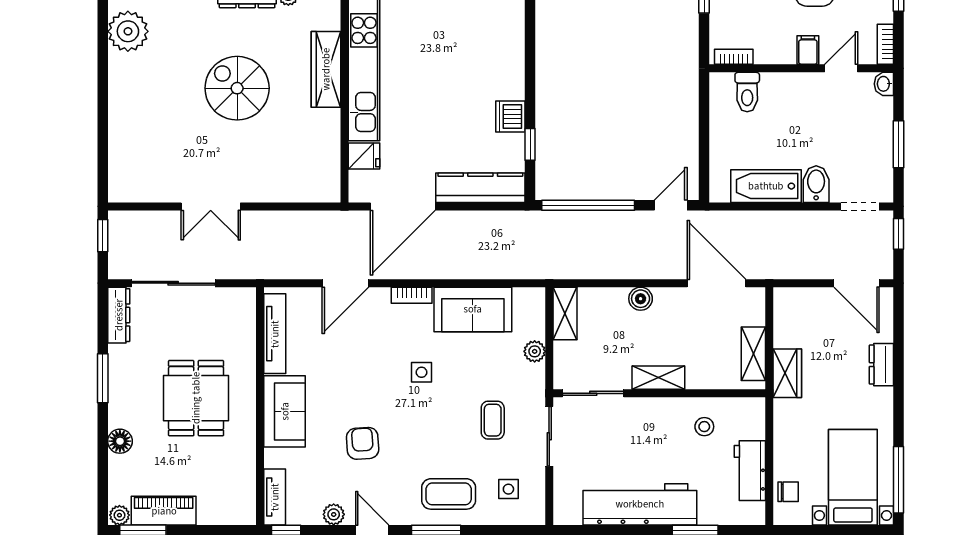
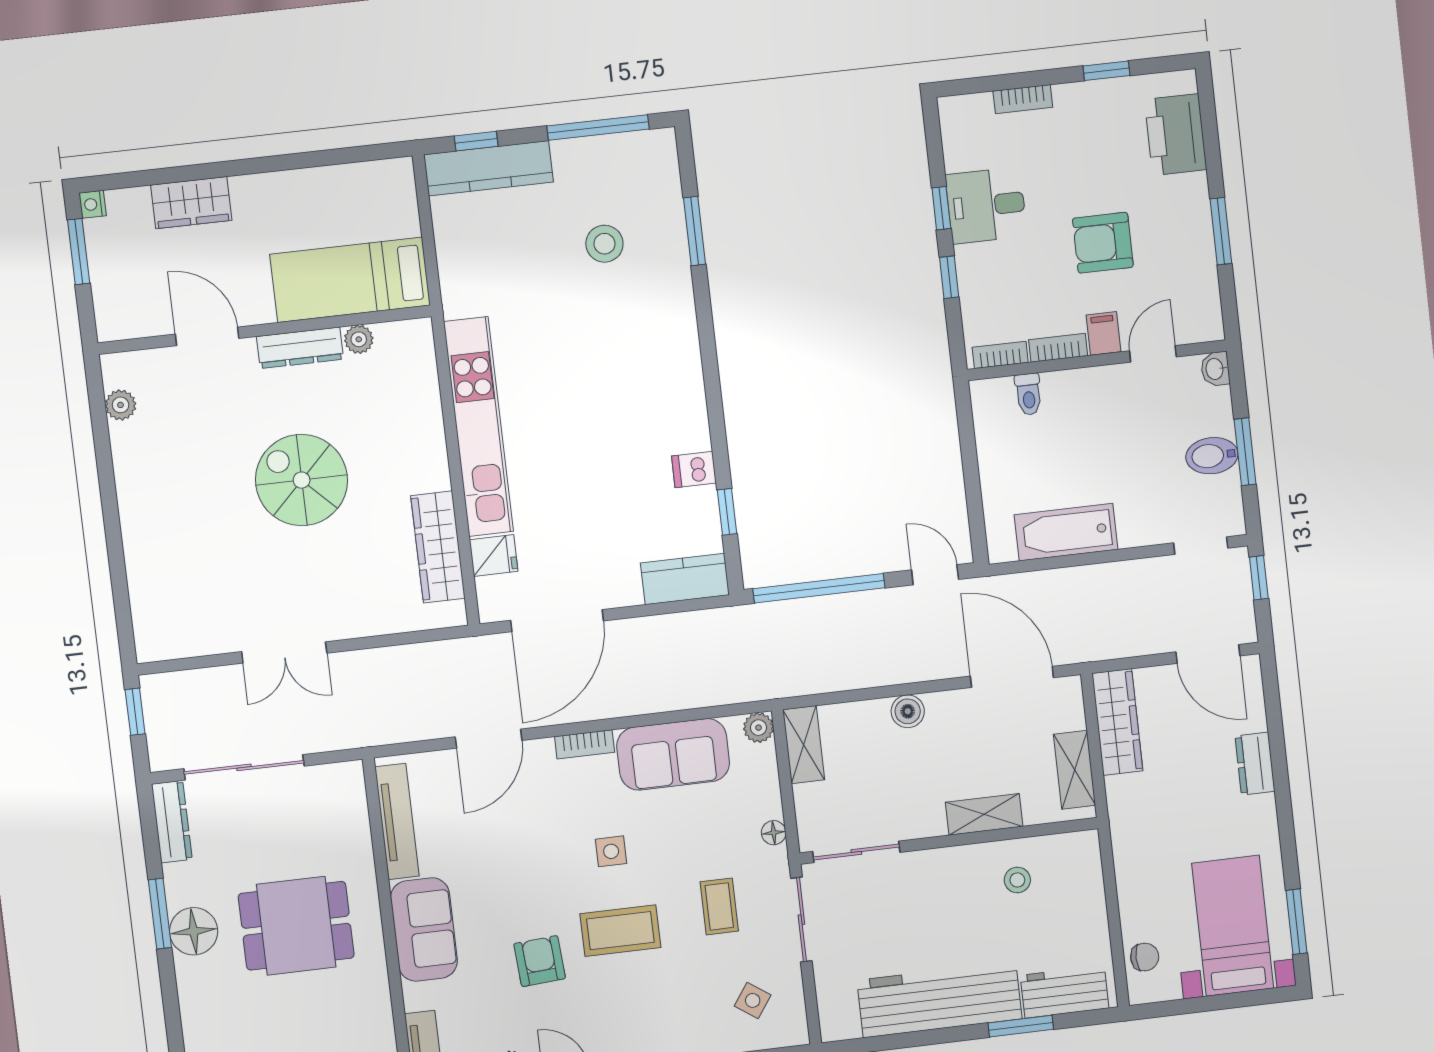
plant: (128, 31) -> (121, 405), width x0.53, depth x0.53
bookcase: (885, 44) -> (1058, 348), moved, turned 90
wardrobe: (326, 69) -> (438, 547), moved
toilet: (747, 92) -> (1028, 394), width x0.73, depth x0.72
dishwasher: (510, 117) -> (694, 470), width x0.73
bidet: (816, 184) -> (1212, 456), moved, turned -90
kitchen counter: (480, 188) -> (685, 579), width x0.67
door: (671, 205) -> (935, 575), hinge flipped
plant: (535, 351) -> (758, 728), moved
floor lamp: (537, 373) -> (774, 833), added
wardrobe: (787, 373) -> (1117, 722), moved, width x1.50
shelving: (658, 378) -> (984, 814), moved
dining table: (196, 398) -> (296, 926), turned 90
floor lamp: (120, 441) -> (194, 931), moved, width x1.38, depth x1.38
workbench: (750, 471) -> (1065, 992), moved, turned 90
window: (899, 480) -> (1296, 922), width x0.69
side table: (508, 489) -> (753, 1000), turned 35
coffee table: (449, 494) -> (620, 931), moved

